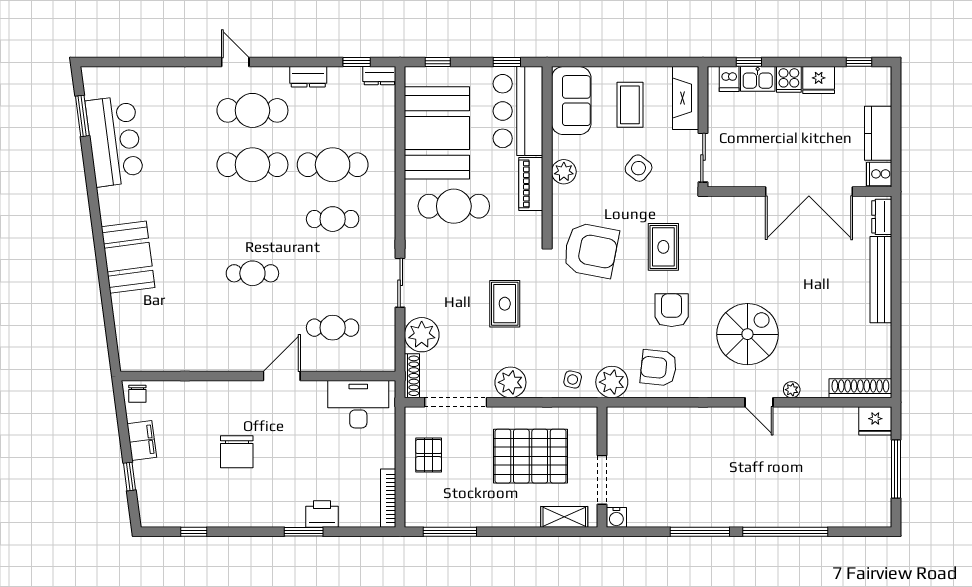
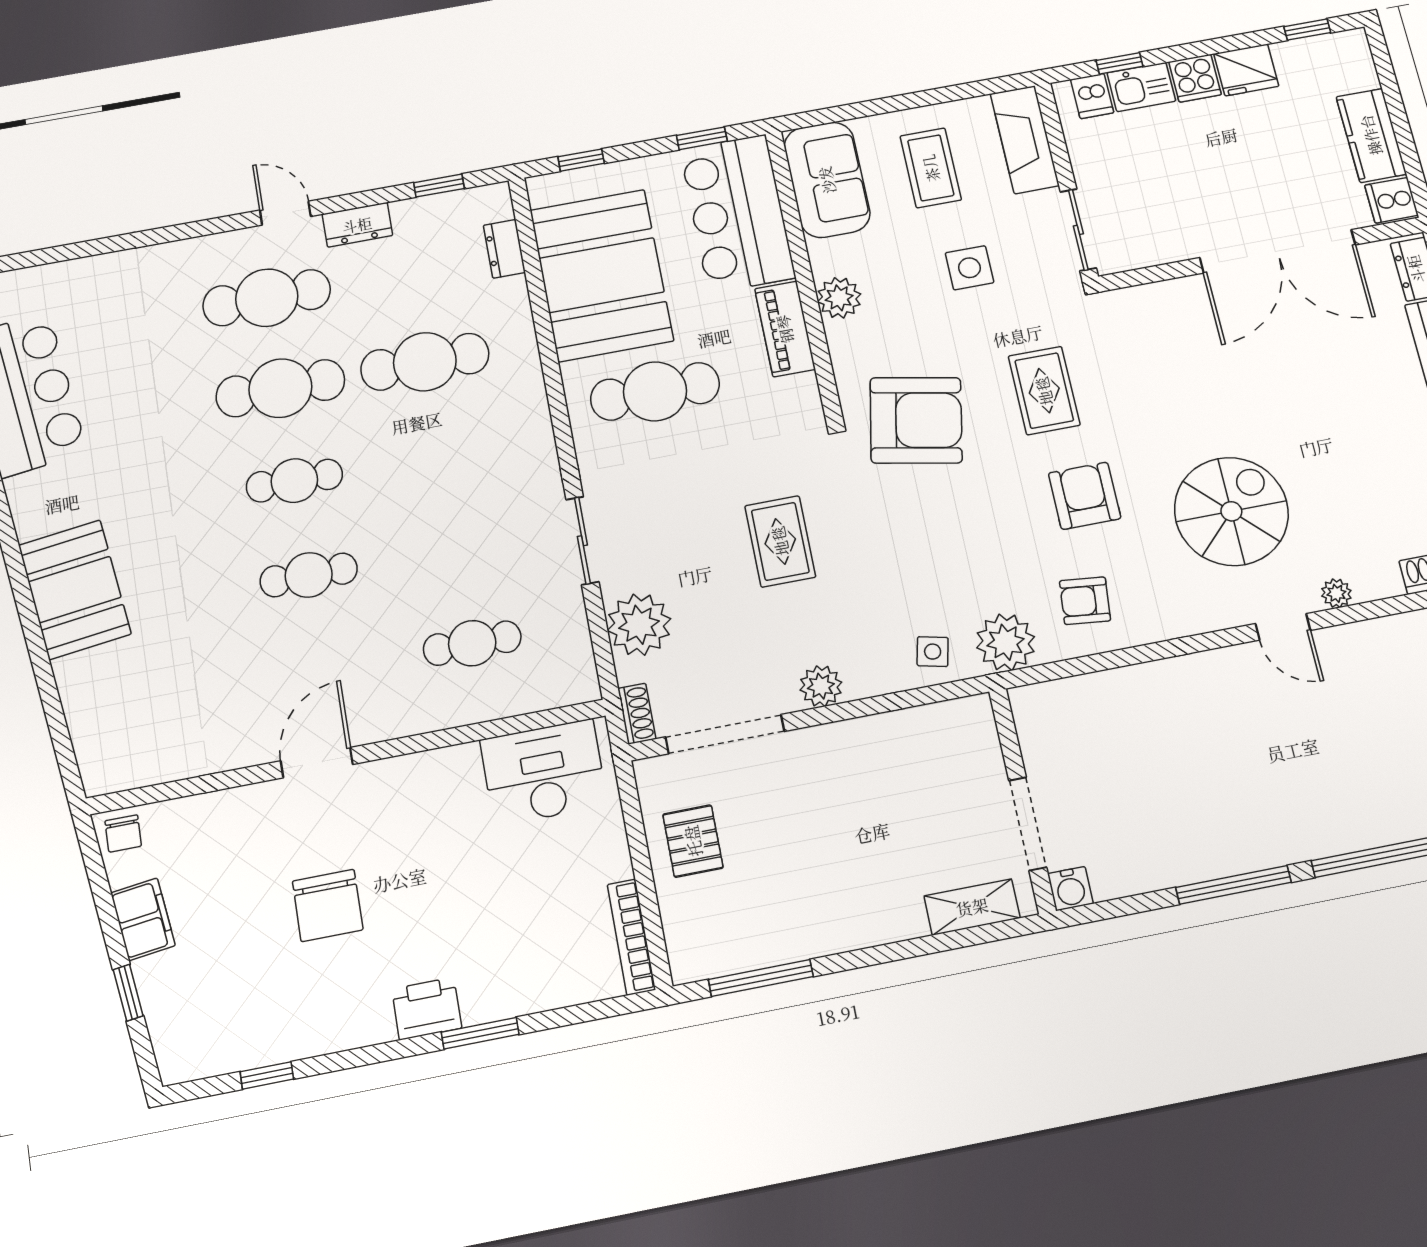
door: (235, 62) -> (285, 213), moved
dresser: (379, 76) -> (504, 249), moved, turned 90
side table: (639, 168) -> (969, 268), turned -38
cafe table: (333, 219) -> (294, 481), moved
armchair: (659, 368) -> (1085, 601), width x0.72, depth x0.72
door: (282, 376) -> (317, 763), moved
shoe rack: (412, 376) -> (637, 714), width x0.70
plant: (510, 382) -> (821, 686), width x0.73, depth x0.73
pallet: (531, 456) -> (885, 806), removed
printer: (322, 514) -> (427, 1008), moved

